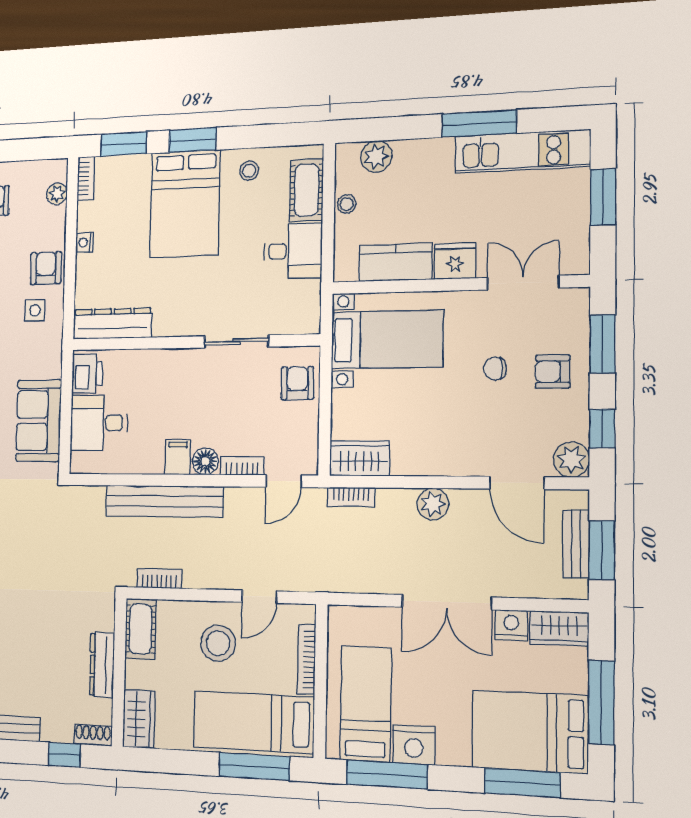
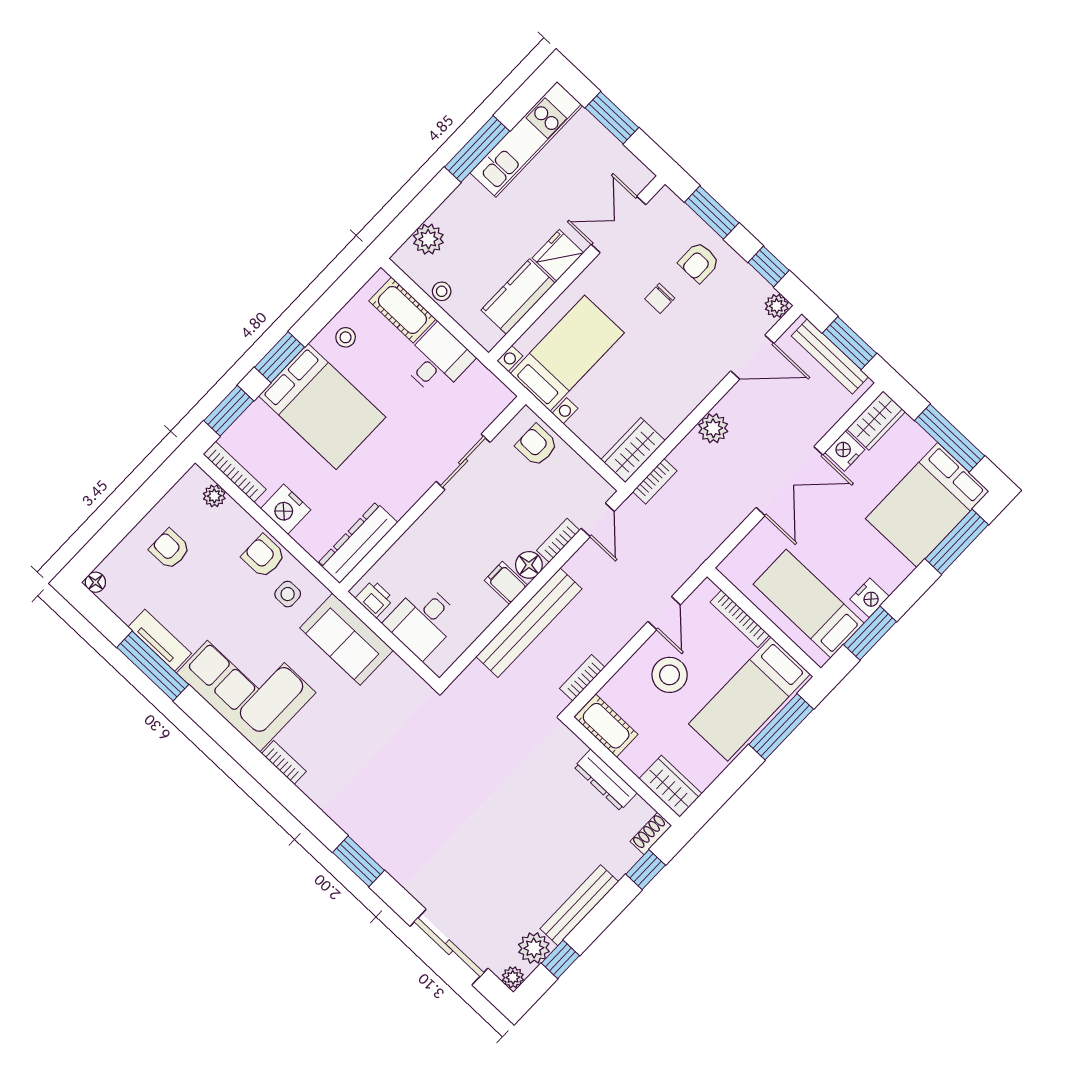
bookcase: (86, 178) -> (235, 472), width x1.56
nightstand: (84, 243) -> (286, 509), width x1.89, depth x1.79
printer: (87, 374) -> (374, 599), width x0.73, depth x0.81
sofa: (39, 421) -> (347, 639), moved
plant: (571, 460) -> (777, 306), width x0.73, depth x0.73
bench: (576, 544) -> (830, 356), width x1.36
nightstand: (414, 745) -> (870, 598), width x0.74, depth x0.75
window: (387, 775) -> (870, 633), width x0.69

